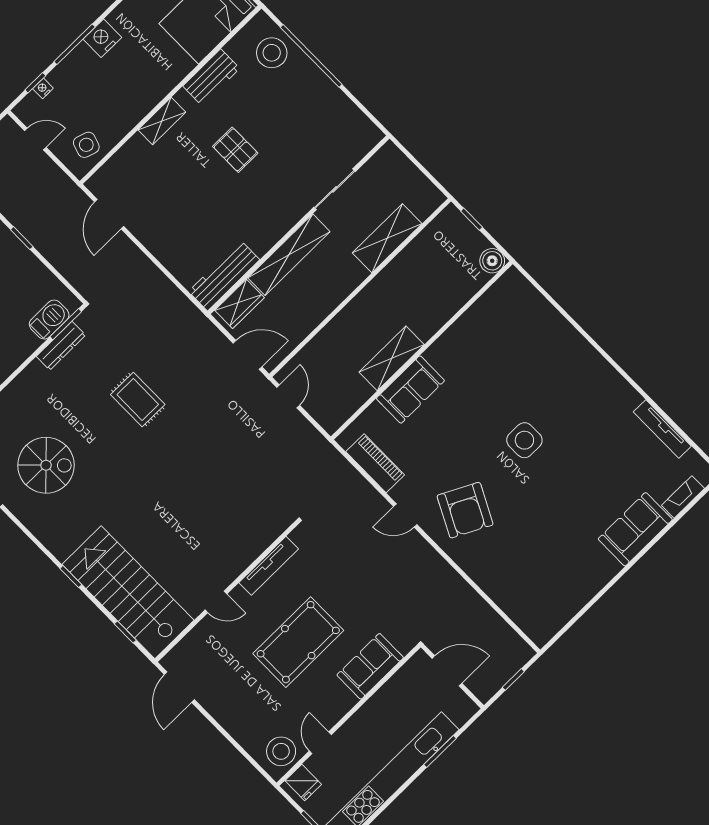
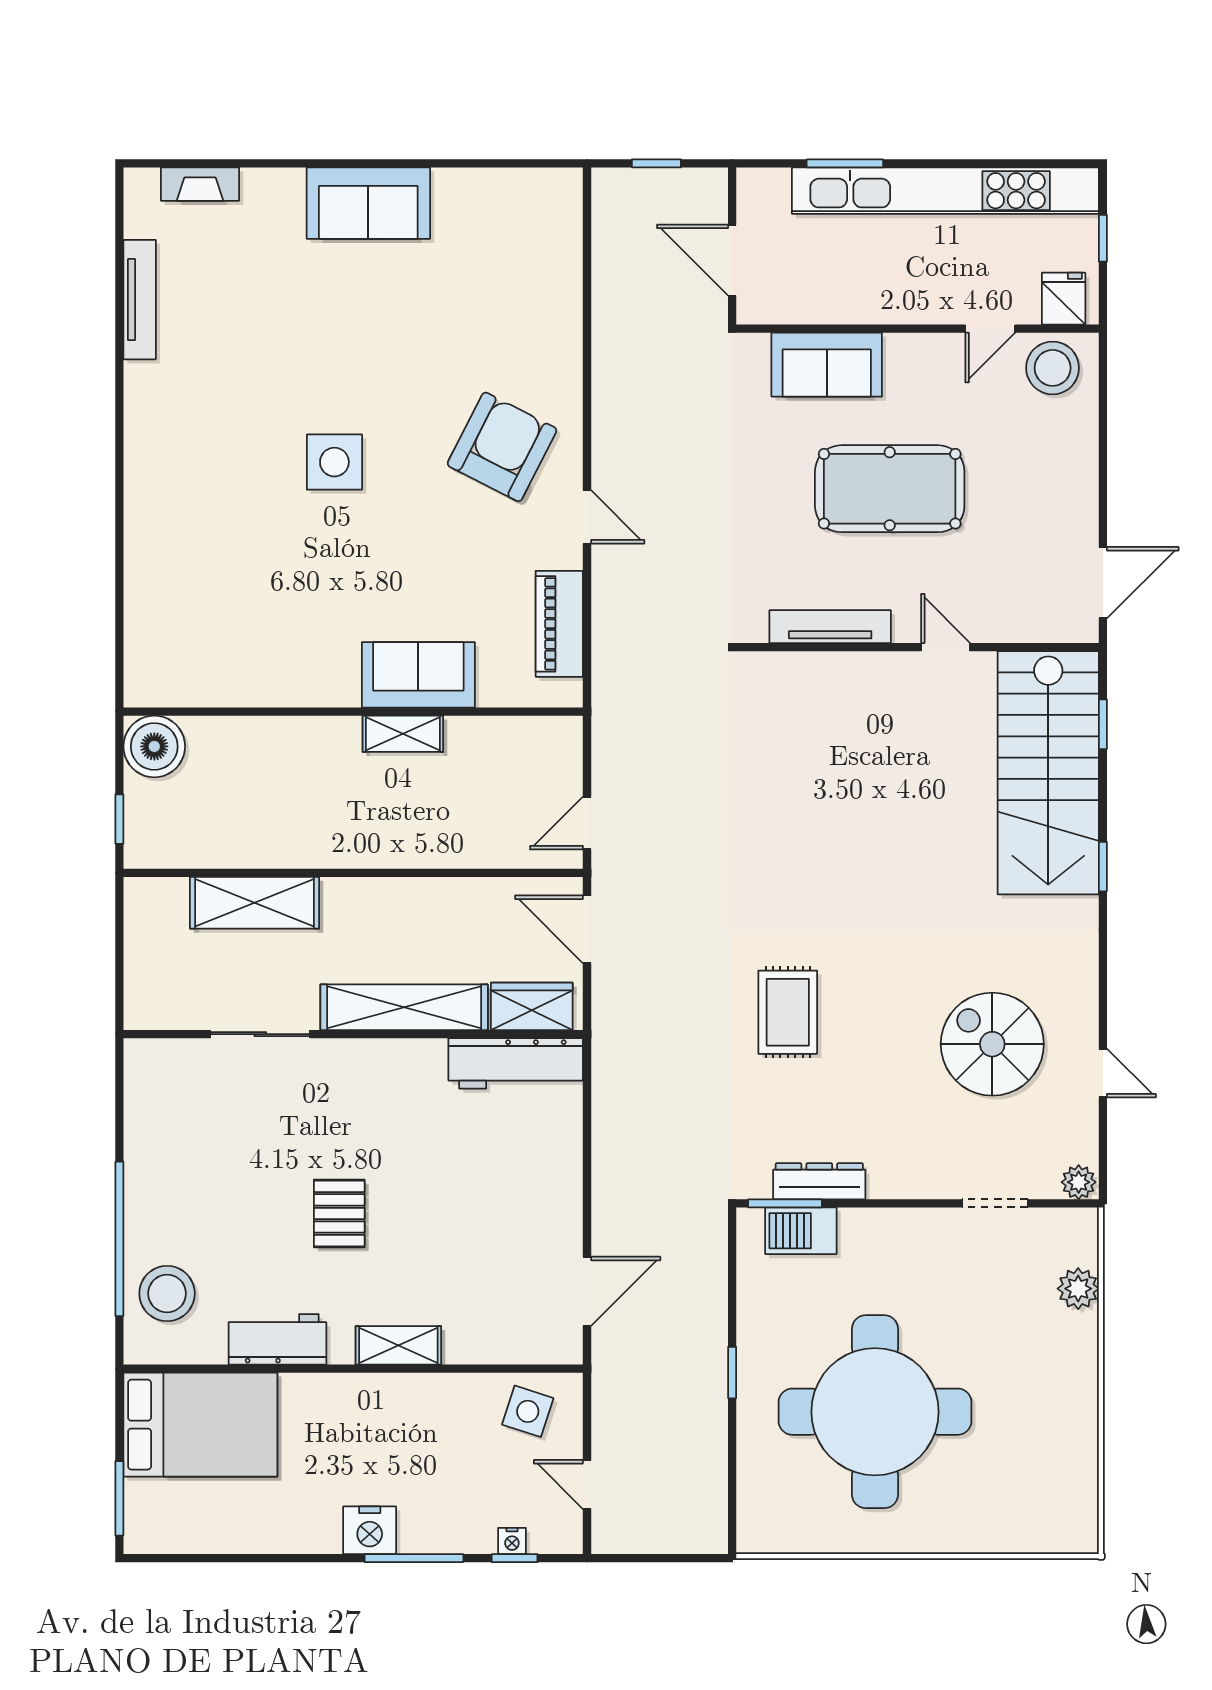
boiler: (492, 261) -> (154, 746), width x1.37, depth x1.37
shelving: (392, 358) -> (403, 734), width x0.67, depth x0.75
sofa: (635, 529) -> (368, 203), moved

